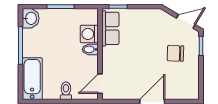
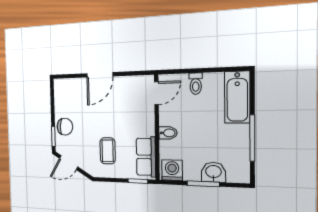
washbasin: (31, 18) -> (213, 172), moved, turned 90
coffee table: (146, 33) -> (108, 151), added
washing machine: (89, 34) -> (172, 170), moved, turned -90
chair: (175, 53) -> (65, 127), moved

